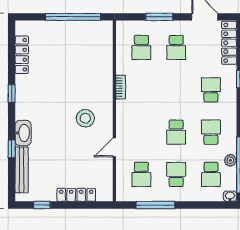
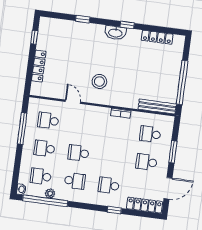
school desk: (211, 90) -> (109, 185), turned 180
washbasin: (23, 133) -> (115, 33), moved
bench: (22, 170) -> (157, 107), moved
school desk: (176, 174) -> (44, 148), turned 180

